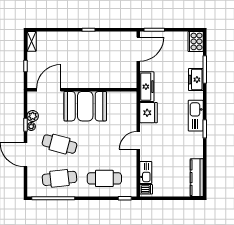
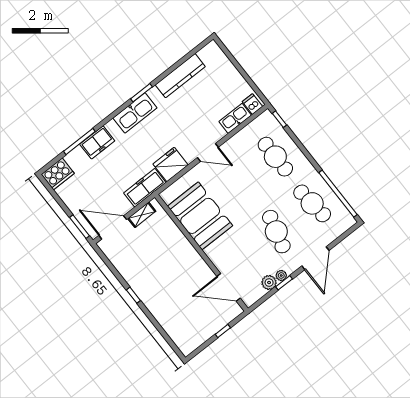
shelving: (32, 41) -> (142, 215), moved
booth: (85, 106) -> (200, 216), moved
kitchen counter: (197, 178) -> (180, 76), moved

